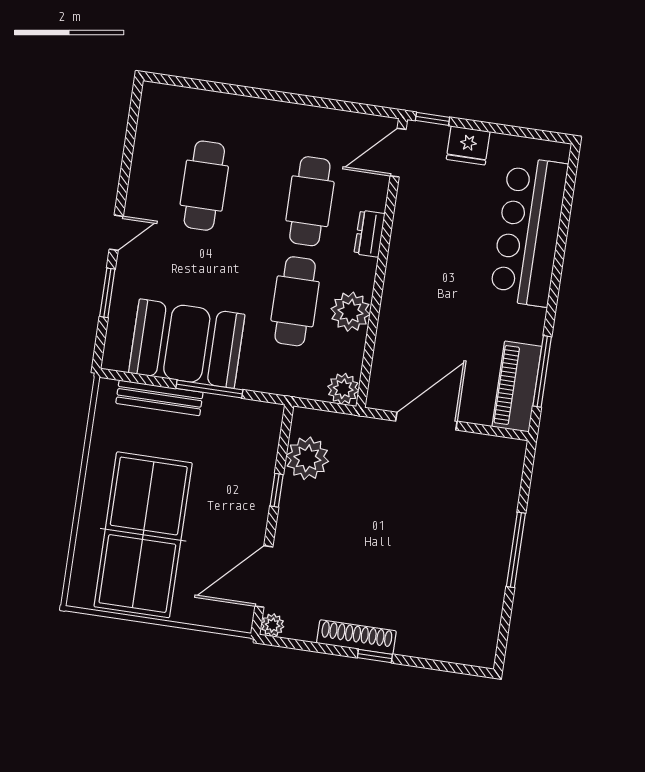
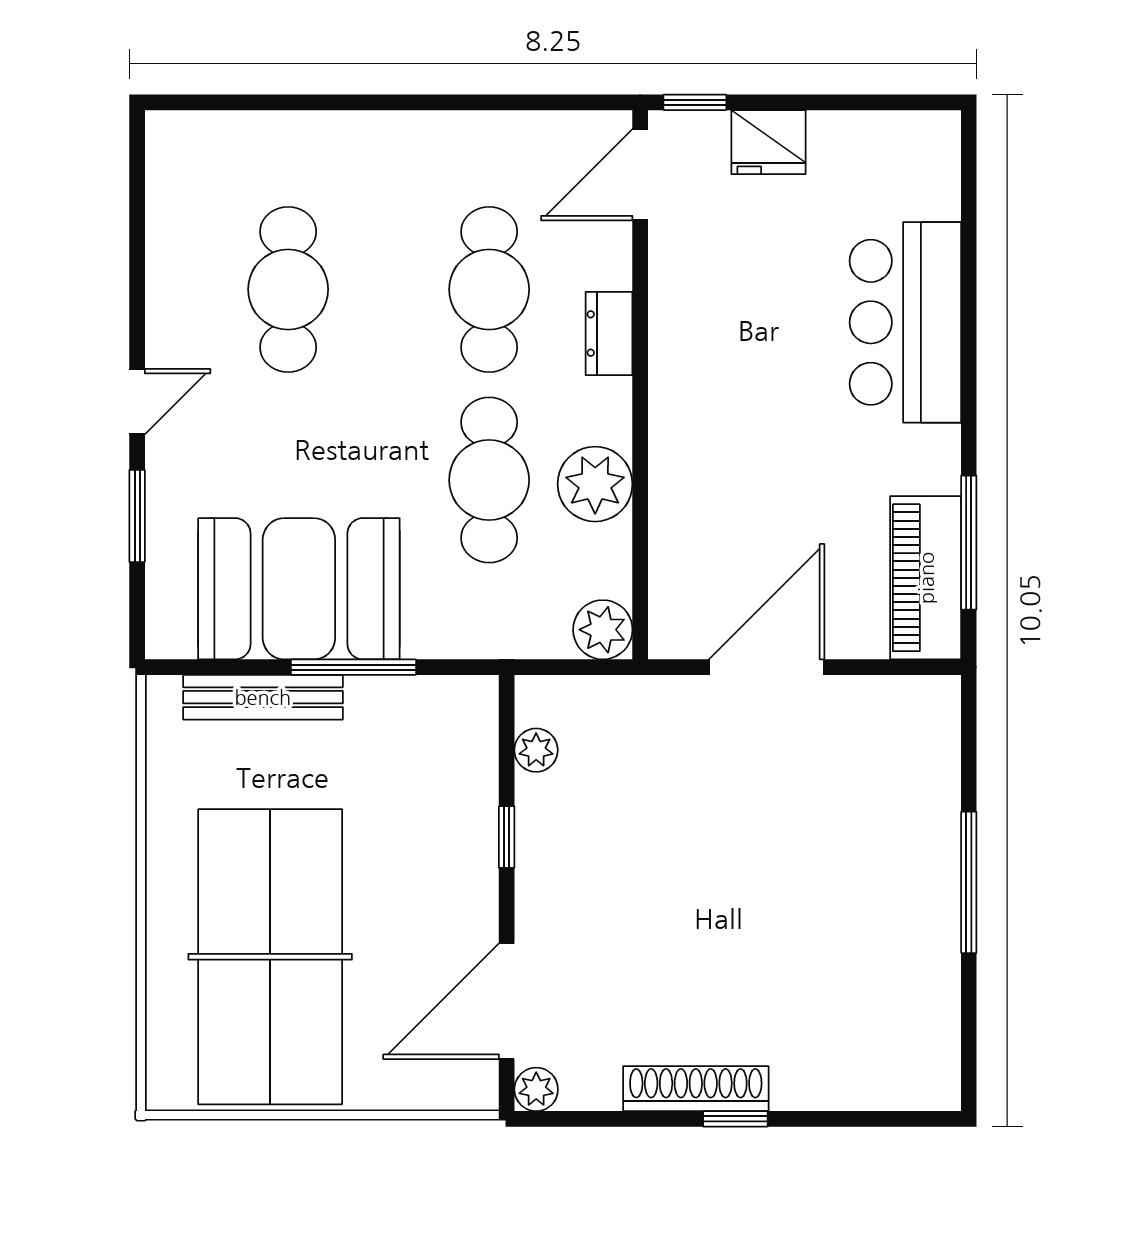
bar counter: (529, 232) -> (905, 322), width x0.73
plant: (307, 458) -> (536, 750), width x0.53, depth x0.53

